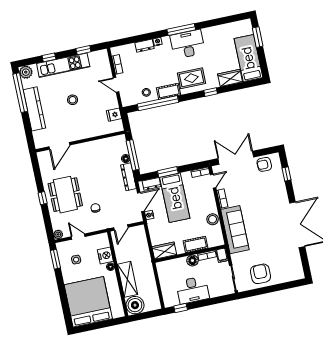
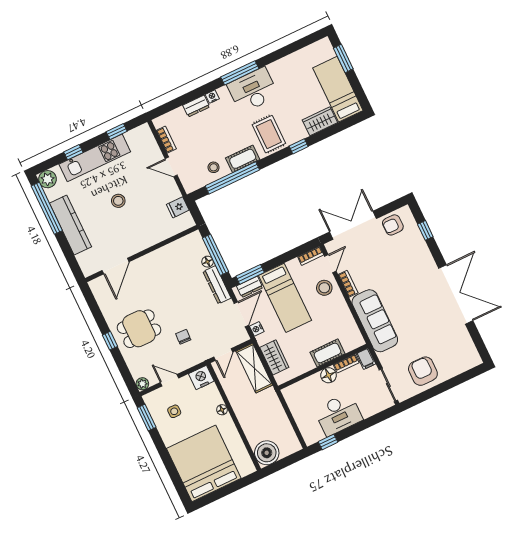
rug: (191, 78) -> (269, 134), turned 90
window: (168, 172) -> (250, 274), moved
dining table: (65, 195) -> (139, 329), width x0.73
stool: (213, 219) -> (324, 288), moved
wardrobe: (164, 251) -> (274, 357), moved, turned 90
nightstand: (105, 255) -> (201, 377), moved, turned -90
shelving: (127, 279) -> (254, 368), moved

